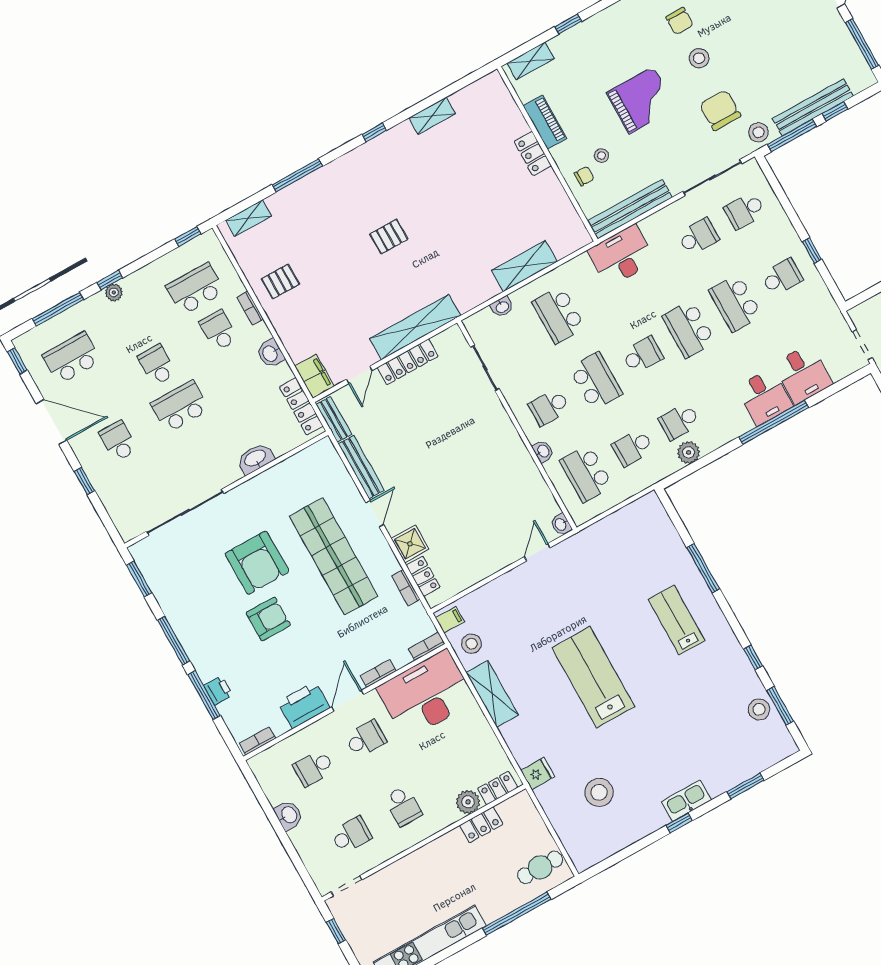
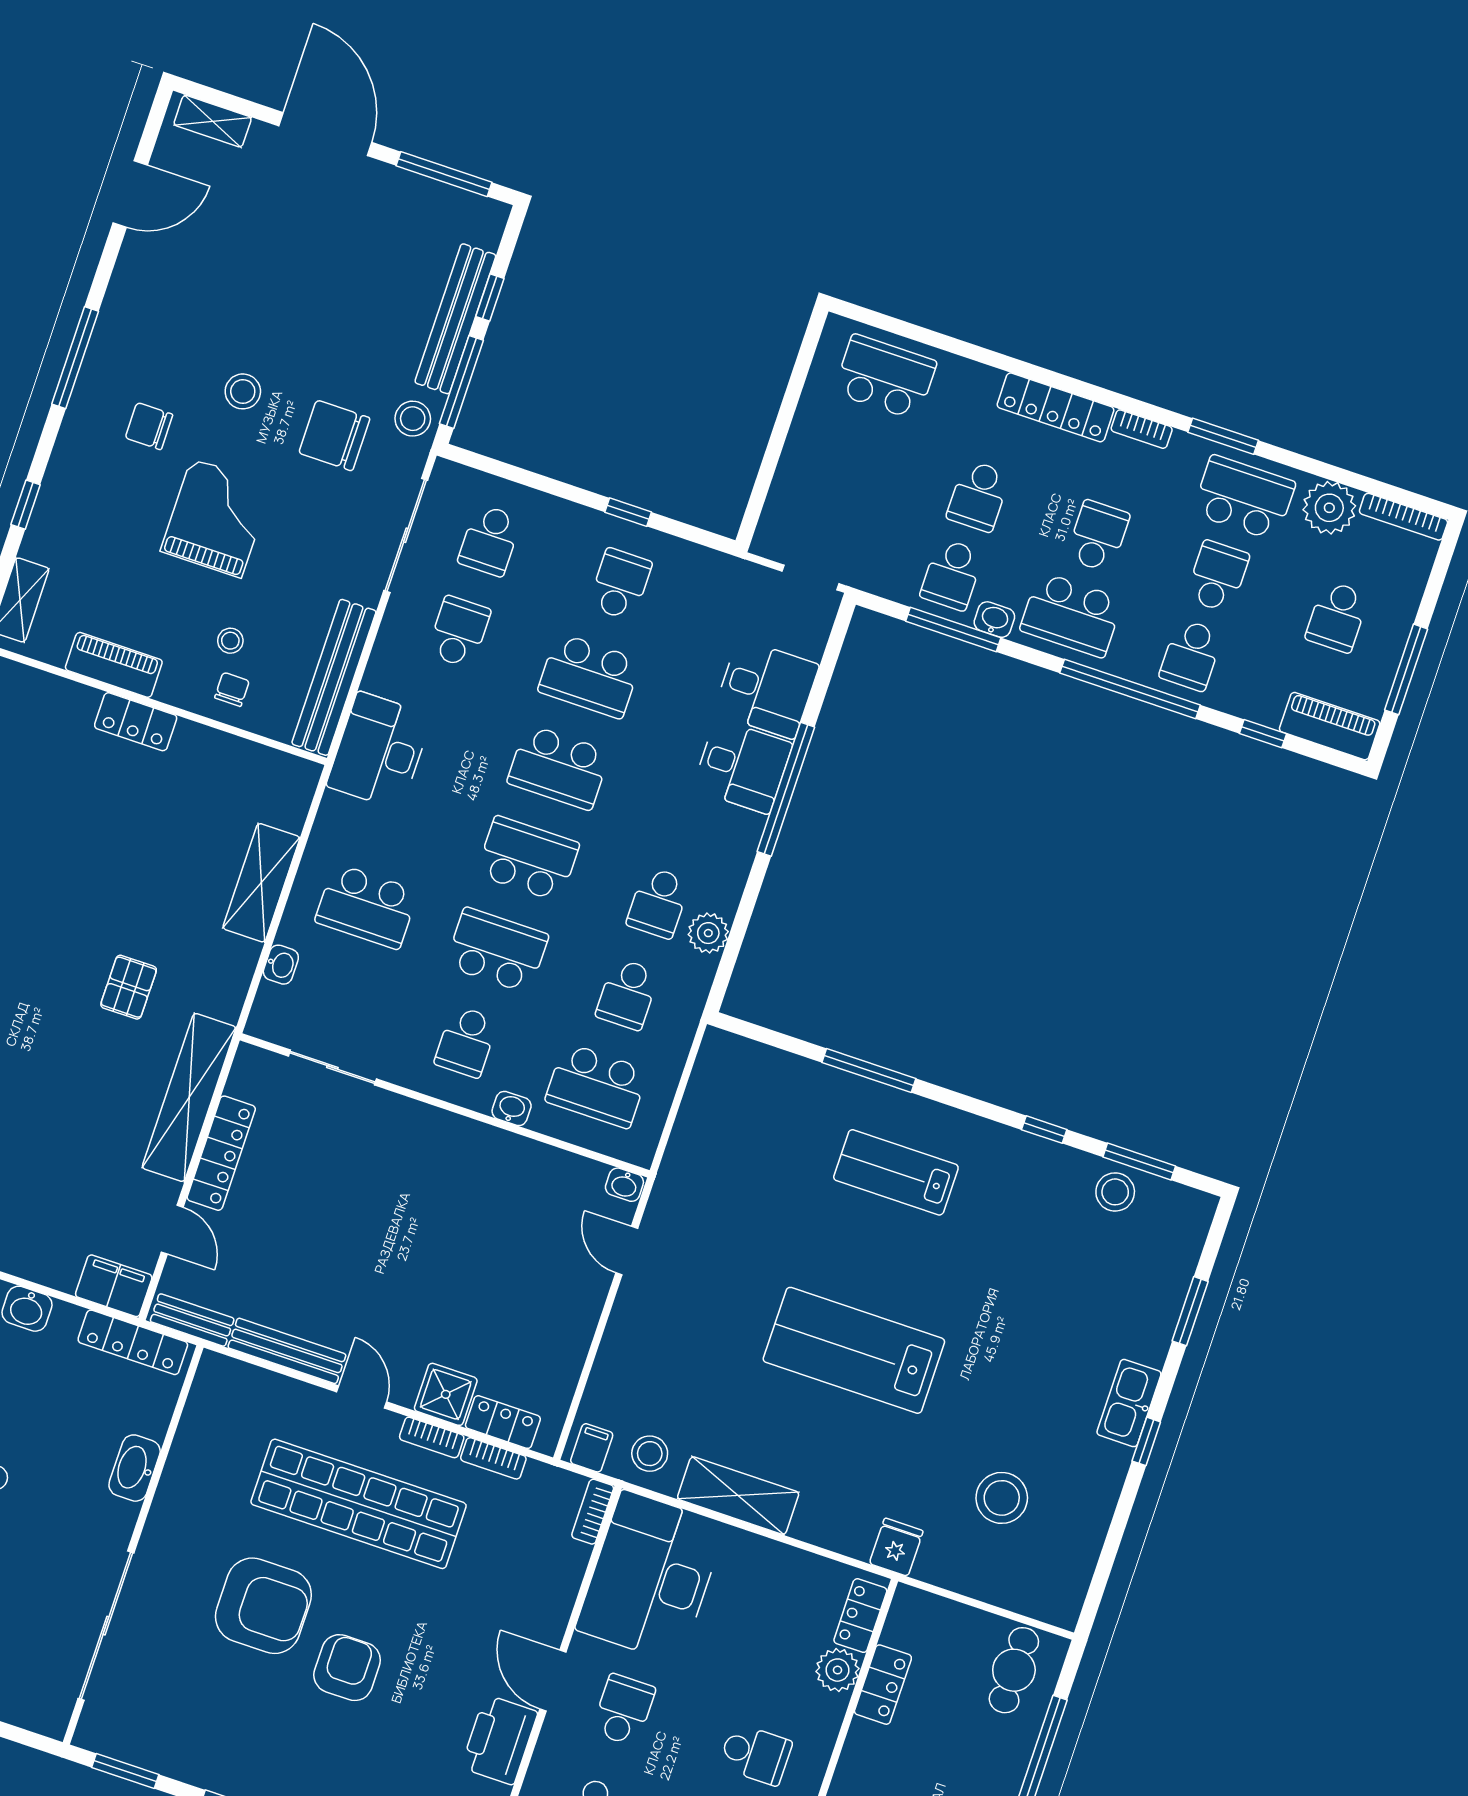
chair: (680, 21) -> (149, 426), moved, turned 180
pallet: (389, 237) -> (129, 987), moved
school desk: (642, 355) -> (528, 859), width x1.85
bookcase: (378, 673) -> (432, 1437), moved, turned -90

